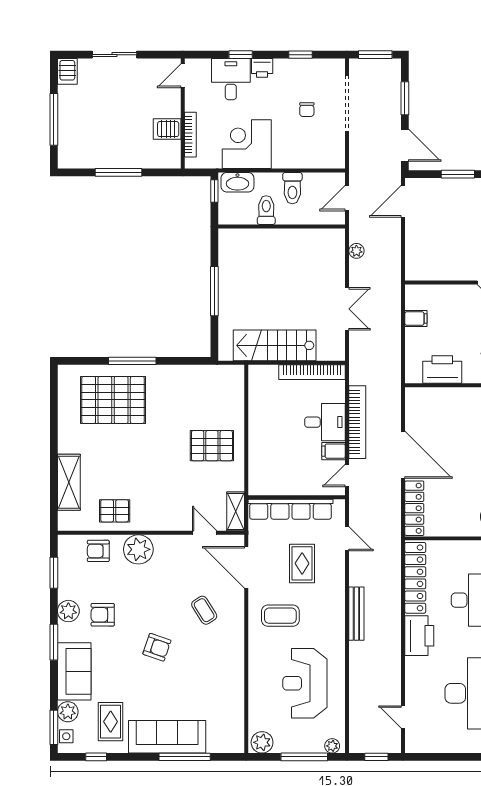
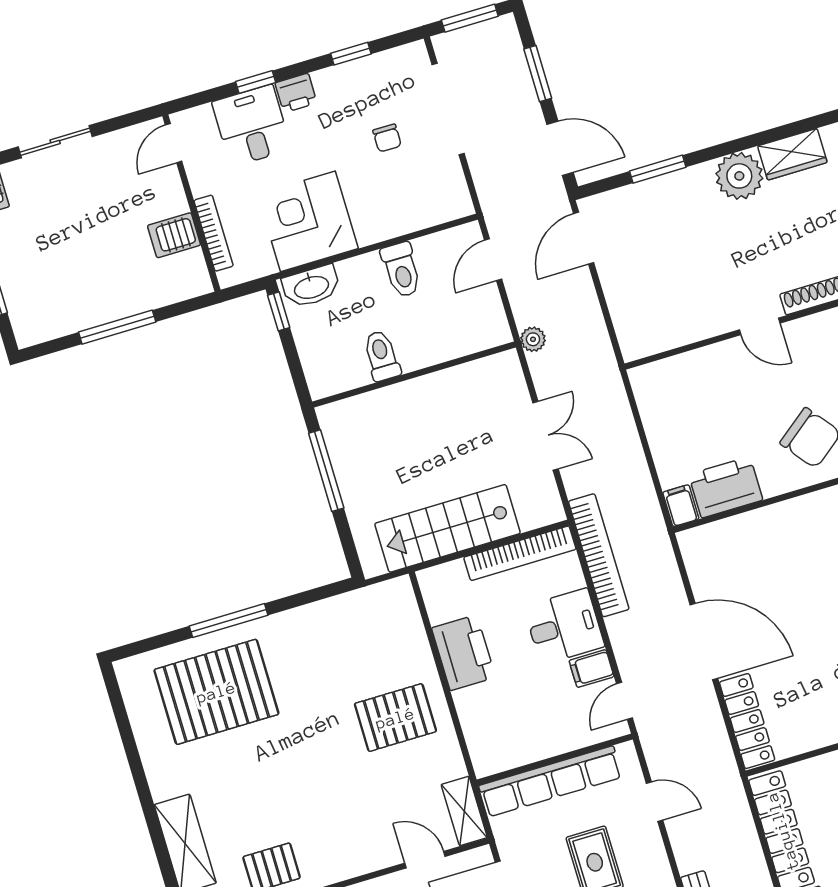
toilet: (266, 210) -> (382, 356), moved
wall: (282, 226) -> (414, 374), moved
filing cabinet: (416, 319) -> (681, 506), moved, turned -90
printer: (262, 420) -> (463, 653), added
bookcase: (357, 422) -> (599, 555), moved

